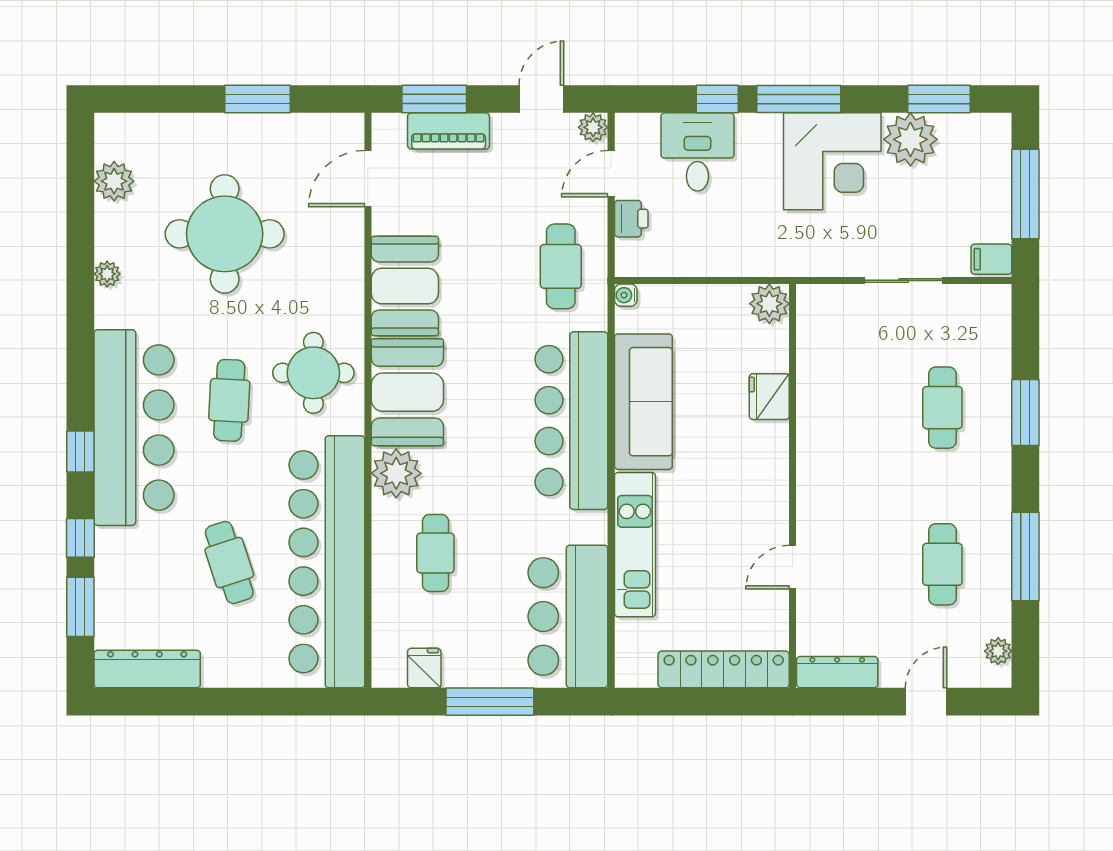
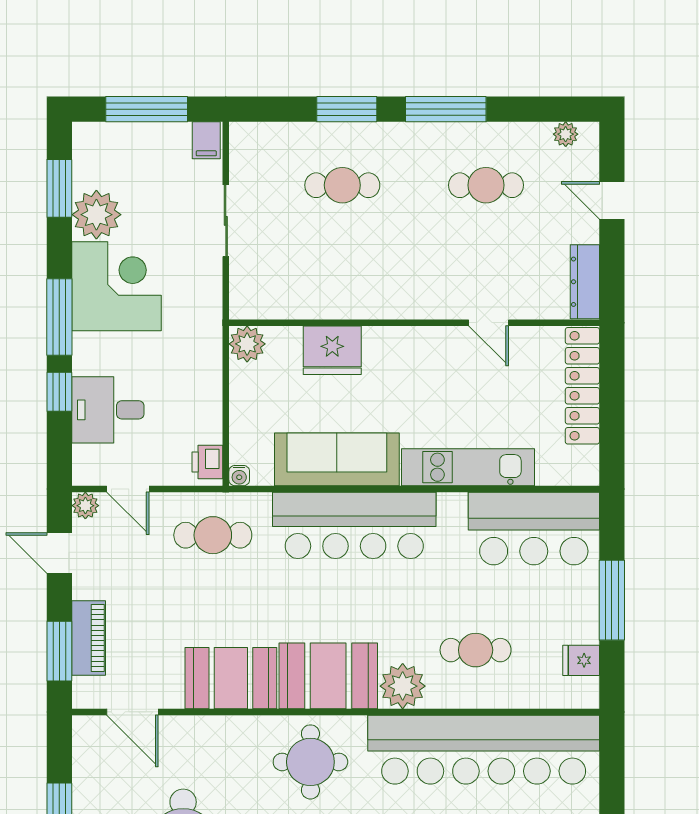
printer: (631, 219) -> (207, 462), moved, turned -90
fridge: (769, 397) -> (332, 350), width x1.36, depth x1.34
window: (1025, 557) -> (446, 109), moved

